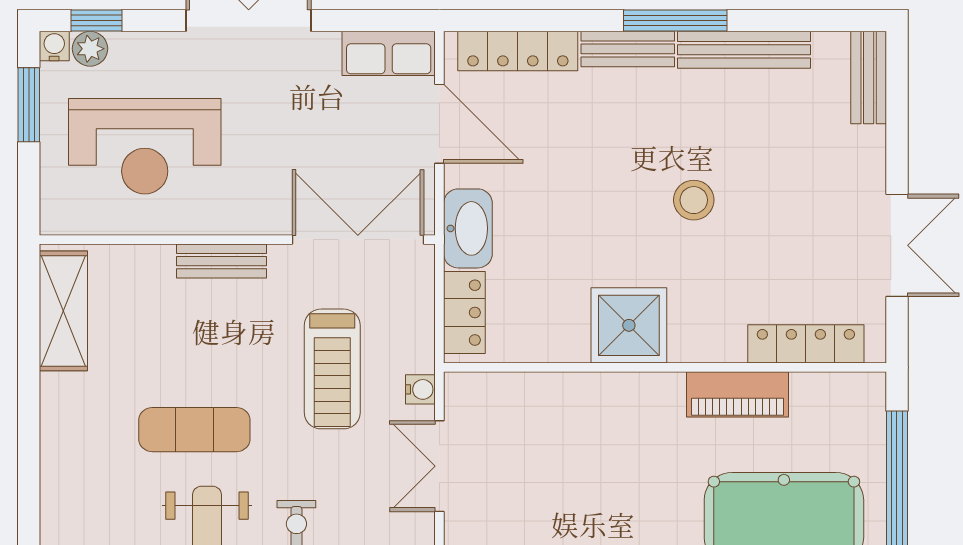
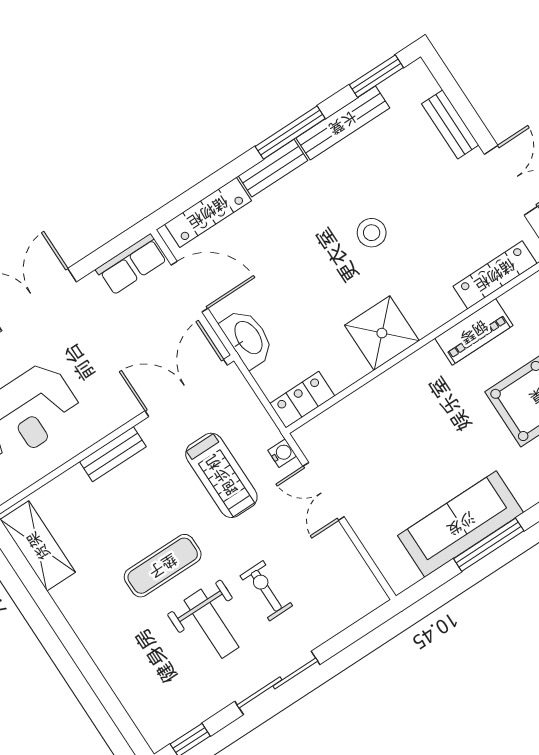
window: (819, 21) -> (376, 76), added
bench: (869, 78) -> (450, 124), moved
locker: (464, 313) -> (302, 400), moved, turned -90

